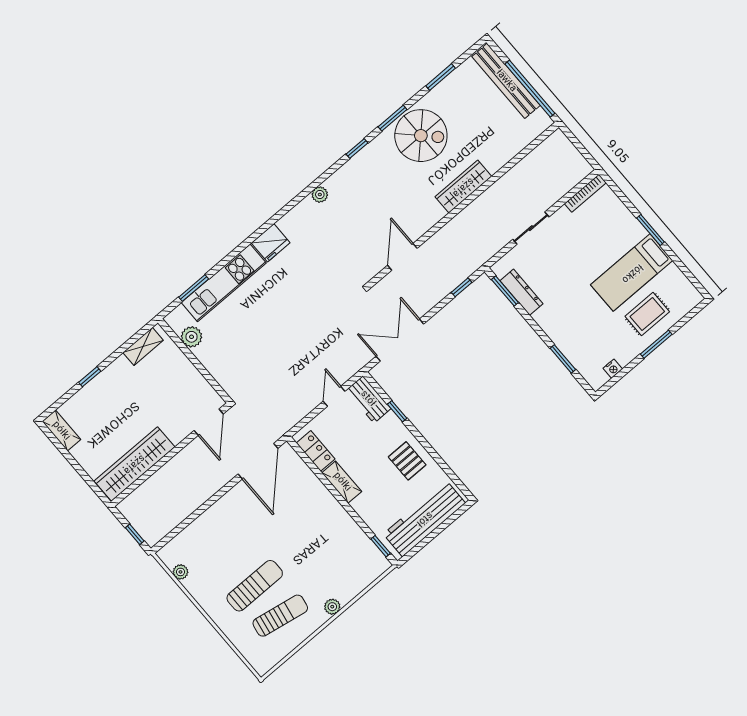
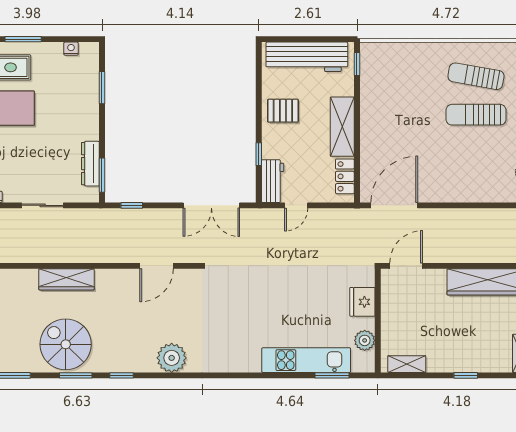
plant: (320, 195) -> (172, 358), width x1.88, depth x1.88
fridge: (271, 243) -> (362, 302), moved, turned -90
pallet: (407, 461) -> (283, 111), turned 90
shelving: (342, 482) -> (342, 127), width x1.50, depth x1.33
plant: (332, 607) -> (431, 50), removed

